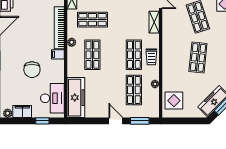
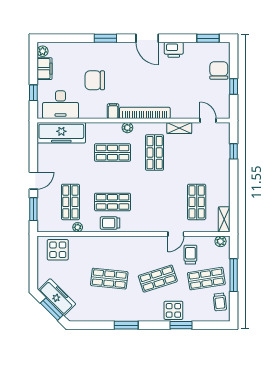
shelving: (154, 22) -> (151, 226), removed
shop shelf: (134, 90) -> (70, 202), turned 90

